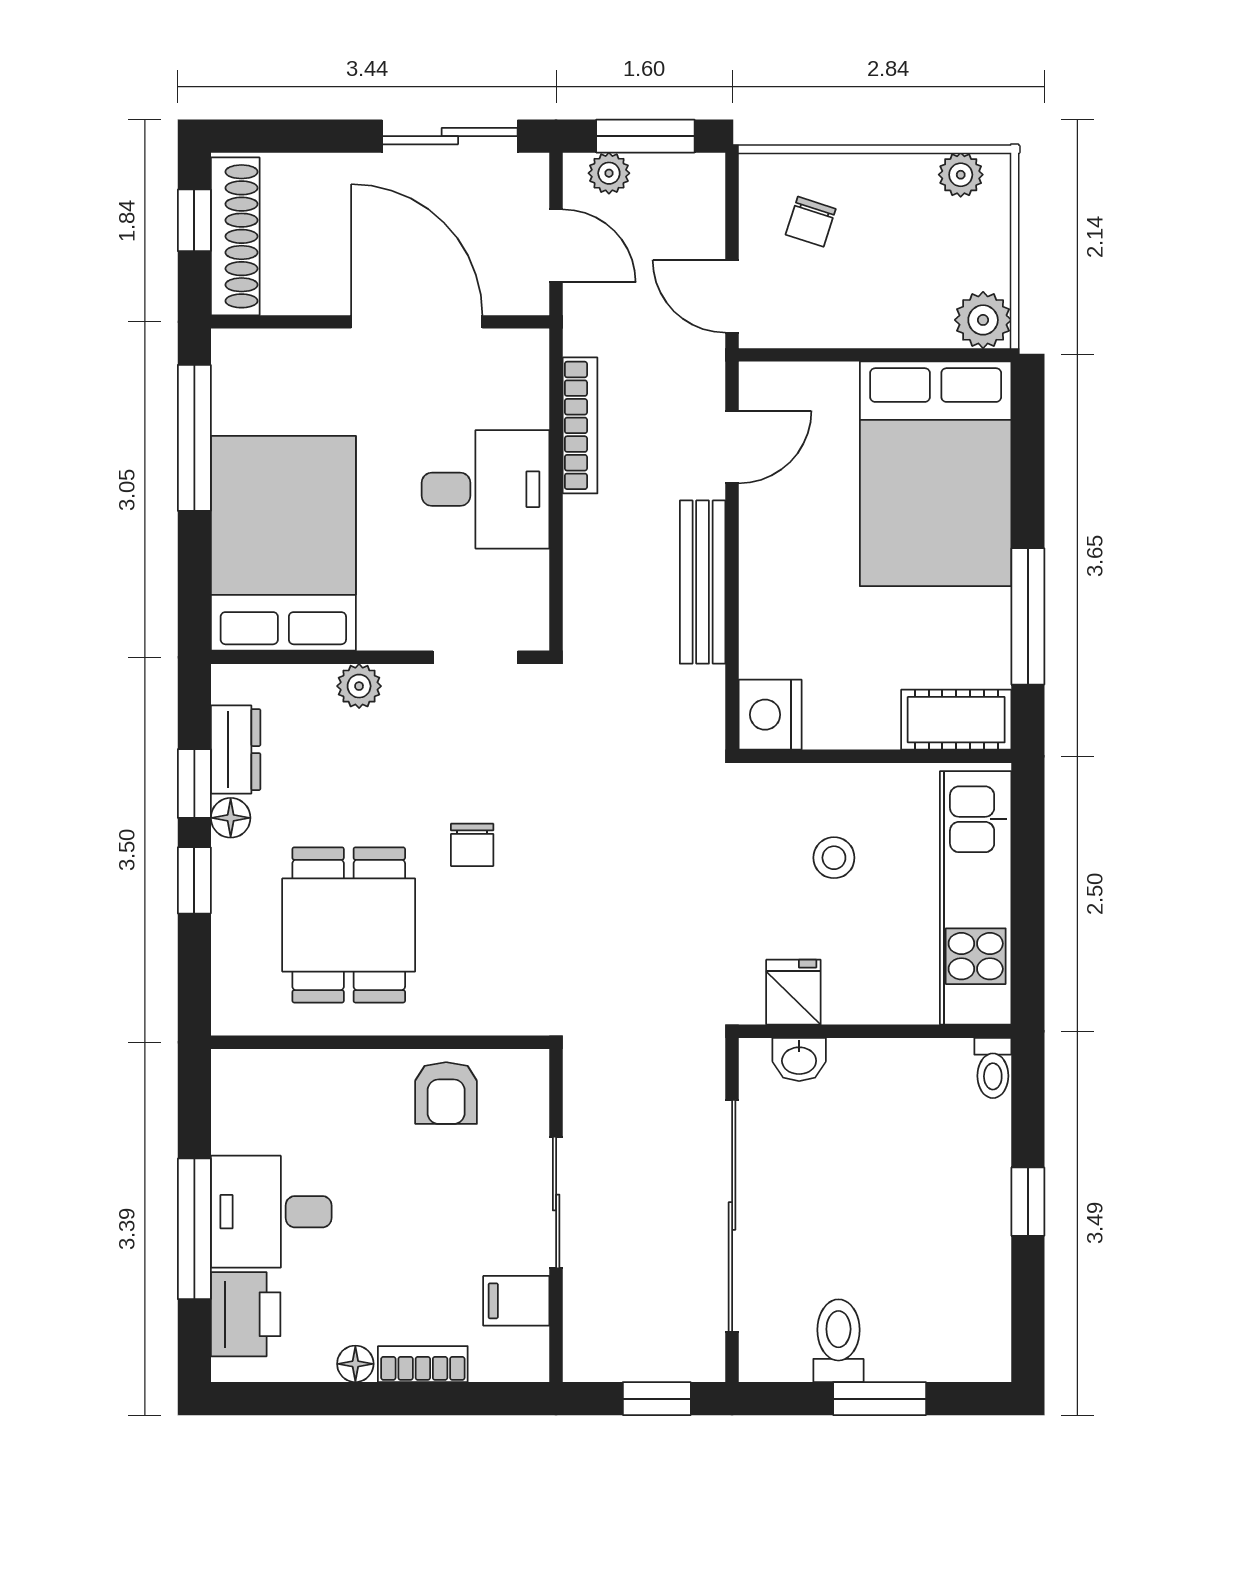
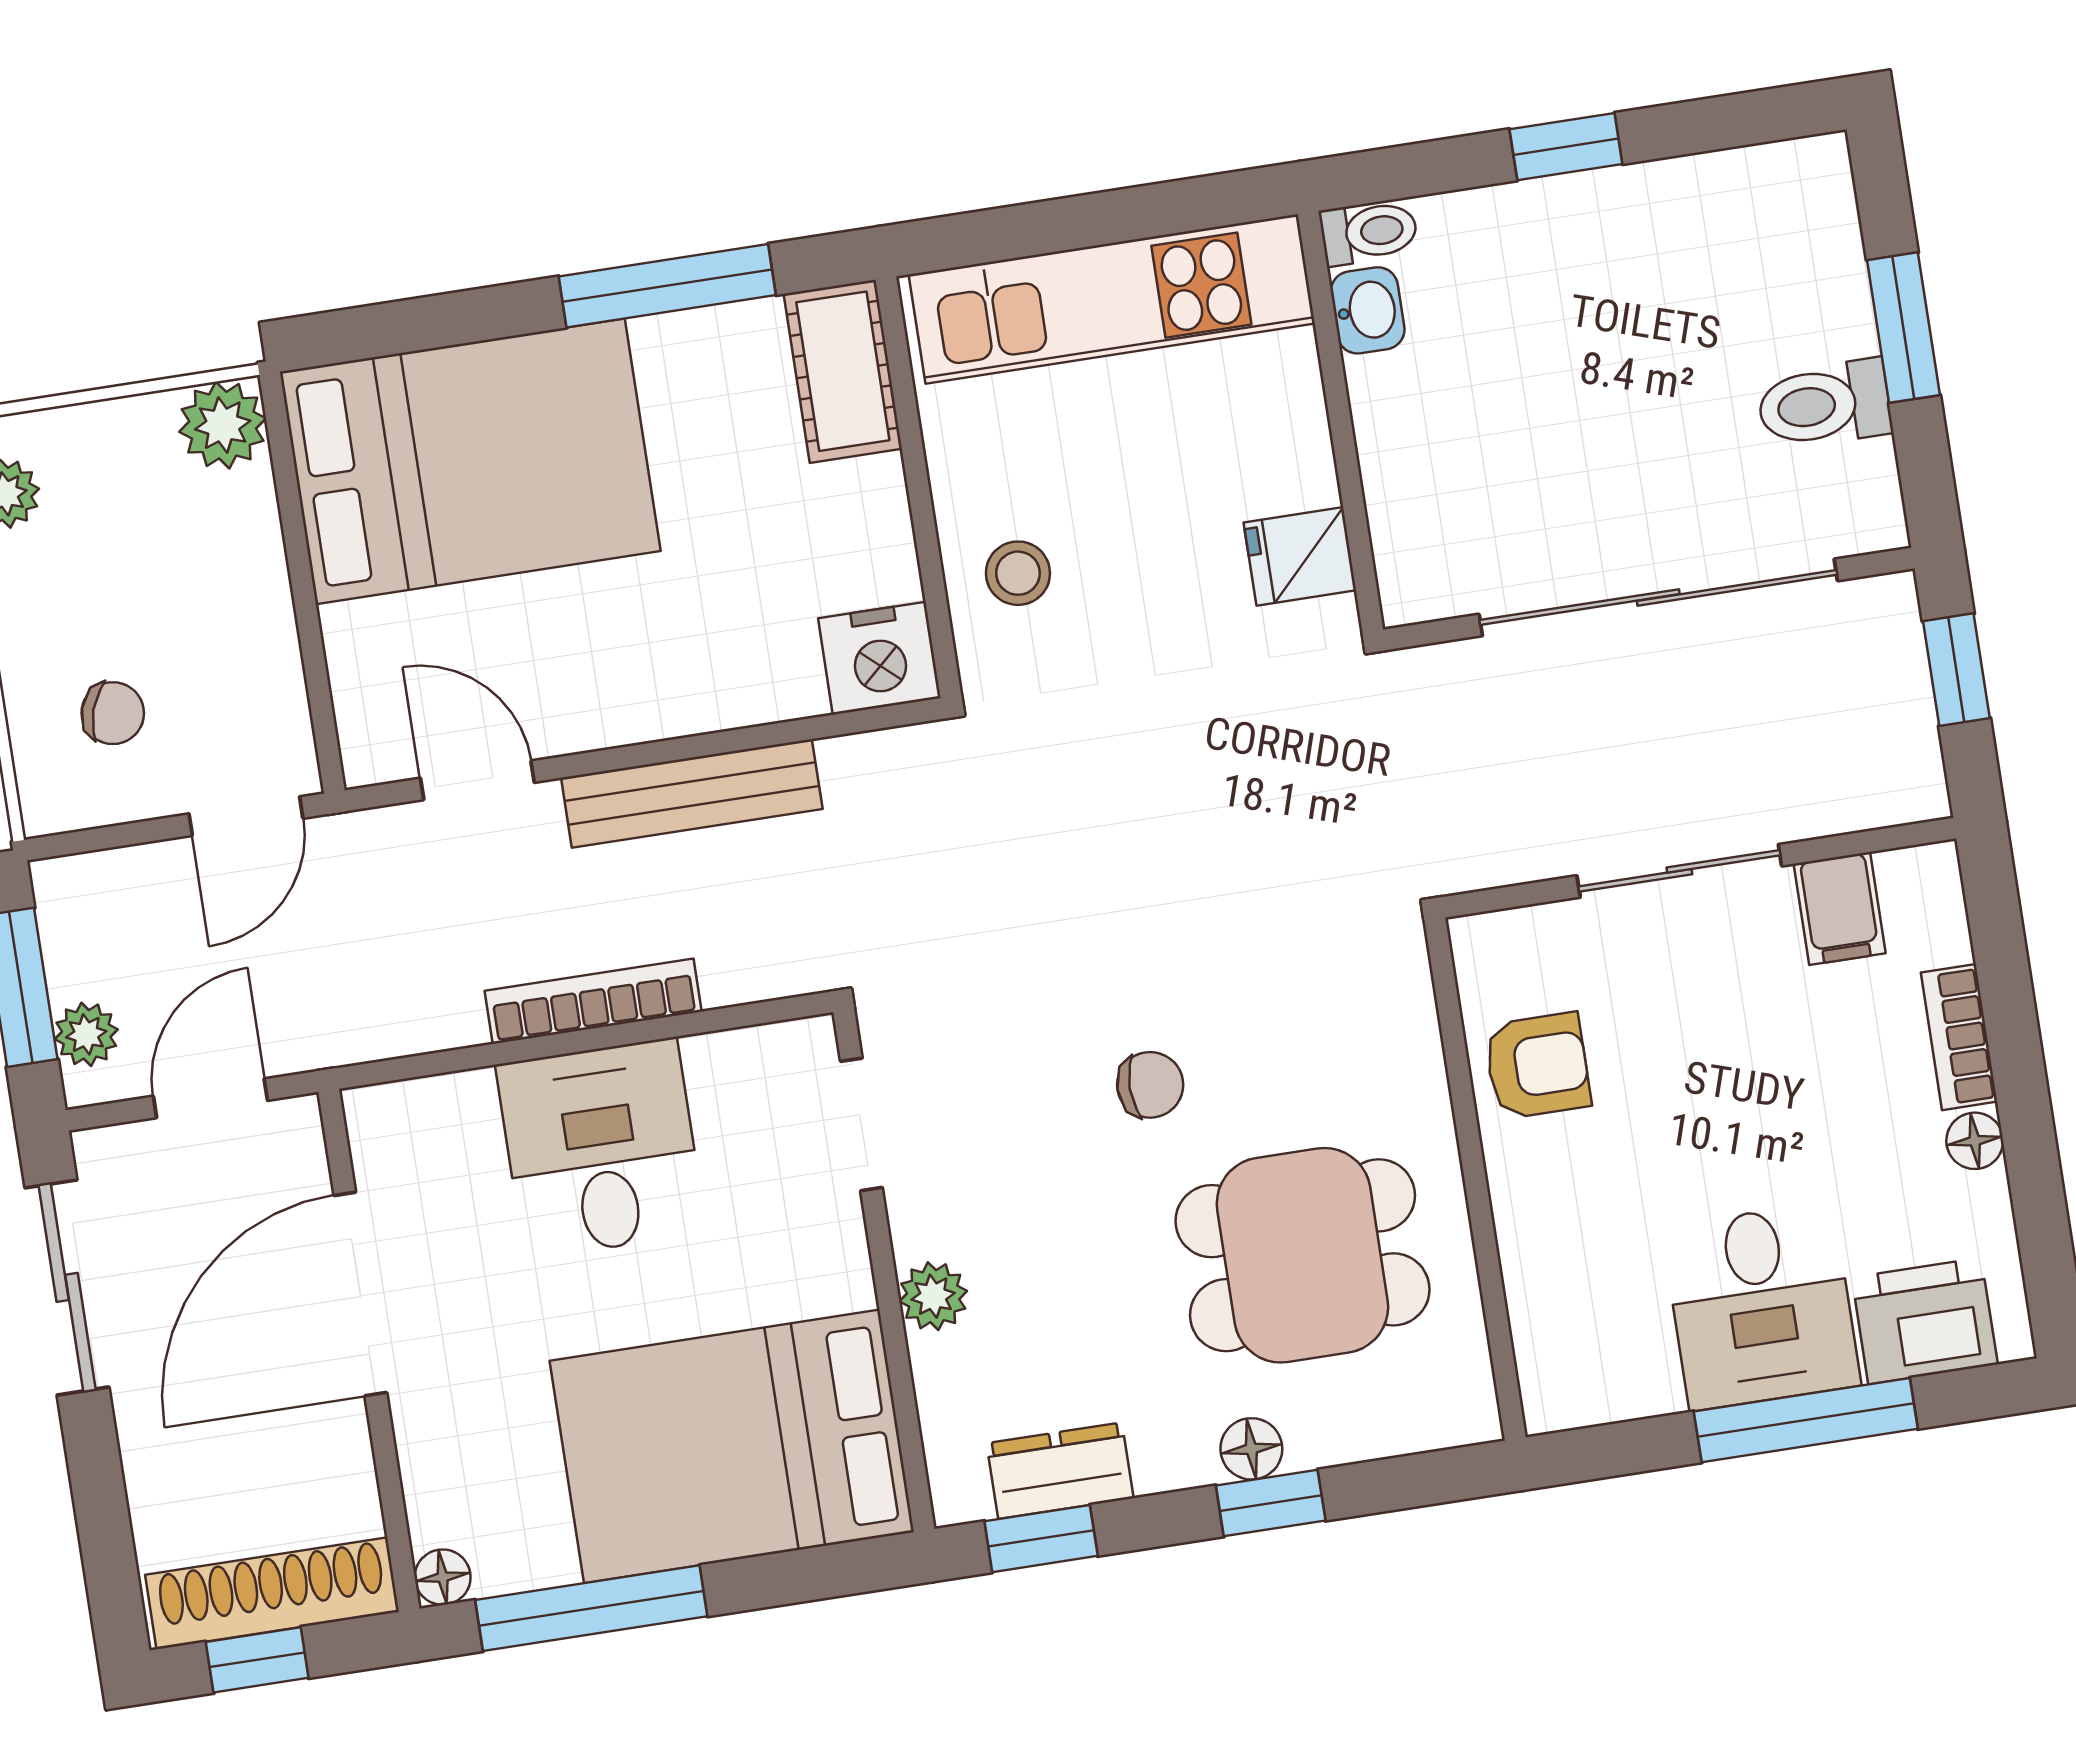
floor lamp: (229, 346) -> (443, 1577), added
bookcase: (580, 425) -> (593, 1001), moved
window: (194, 784) -> (1041, 1539), moved
floor lamp: (231, 818) -> (1251, 1449), moved
stool: (834, 858) -> (1018, 573), moved
washbasin: (799, 1059) -> (1368, 310), moved

